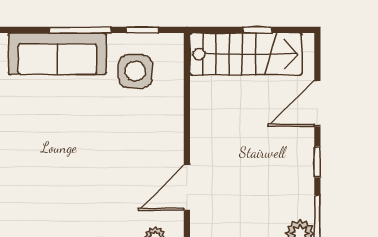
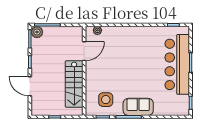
sofa: (57, 54) -> (138, 107), width x0.73
stairs: (246, 54) -> (74, 84), moved, turned -90
door: (317, 103) -> (30, 86), swing flipped

